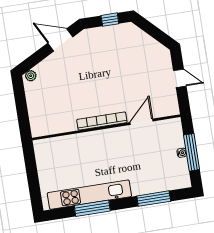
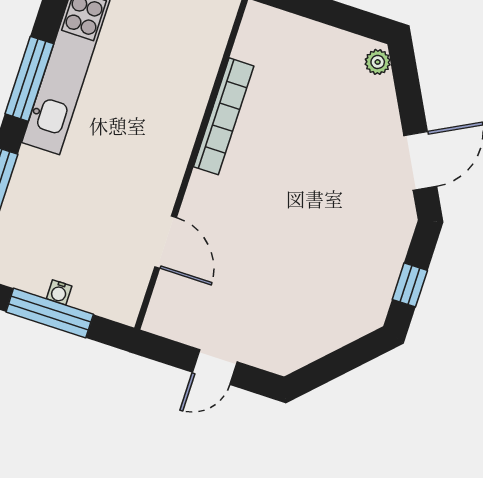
bookcase: (102, 121) -> (224, 116), moved
window: (92, 208) -> (29, 79), moved

